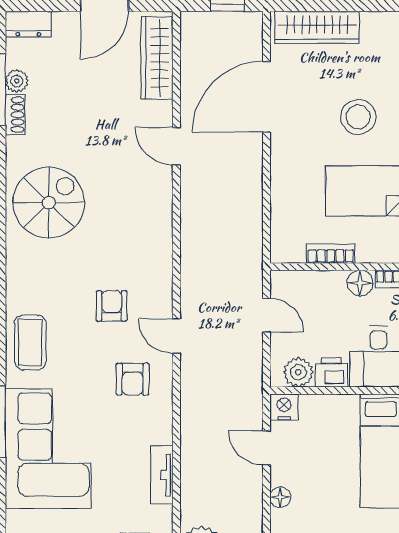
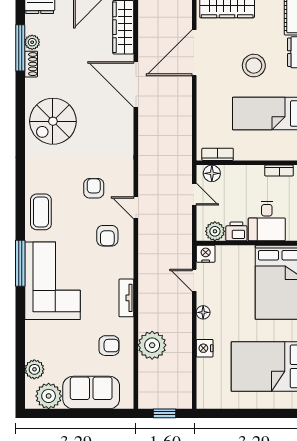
door: (176, 146) -> (136, 85), width x1.88
spiral stairs: (49, 203) -> (53, 121), turned 180
bookcase: (331, 254) -> (218, 154), moved
floor lamp: (360, 283) -> (212, 173), moved

